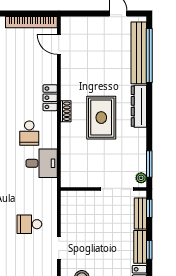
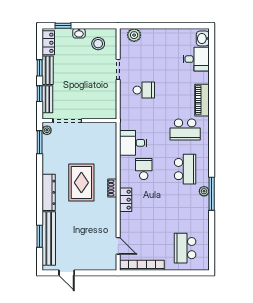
window: (149, 56) -> (40, 236), width x0.47
window: (149, 208) -> (40, 94), moved

